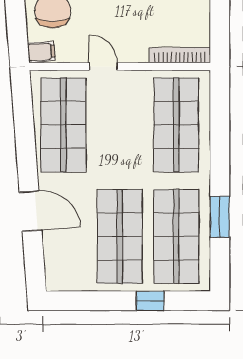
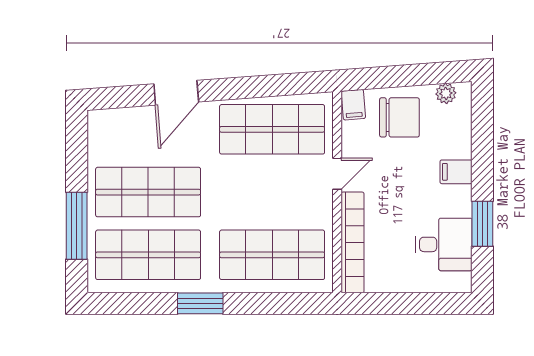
bookcase: (180, 55) -> (353, 242), width x1.48, depth x1.31
window: (220, 217) -> (200, 303), moved
window: (150, 301) -> (77, 226), width x2.17

